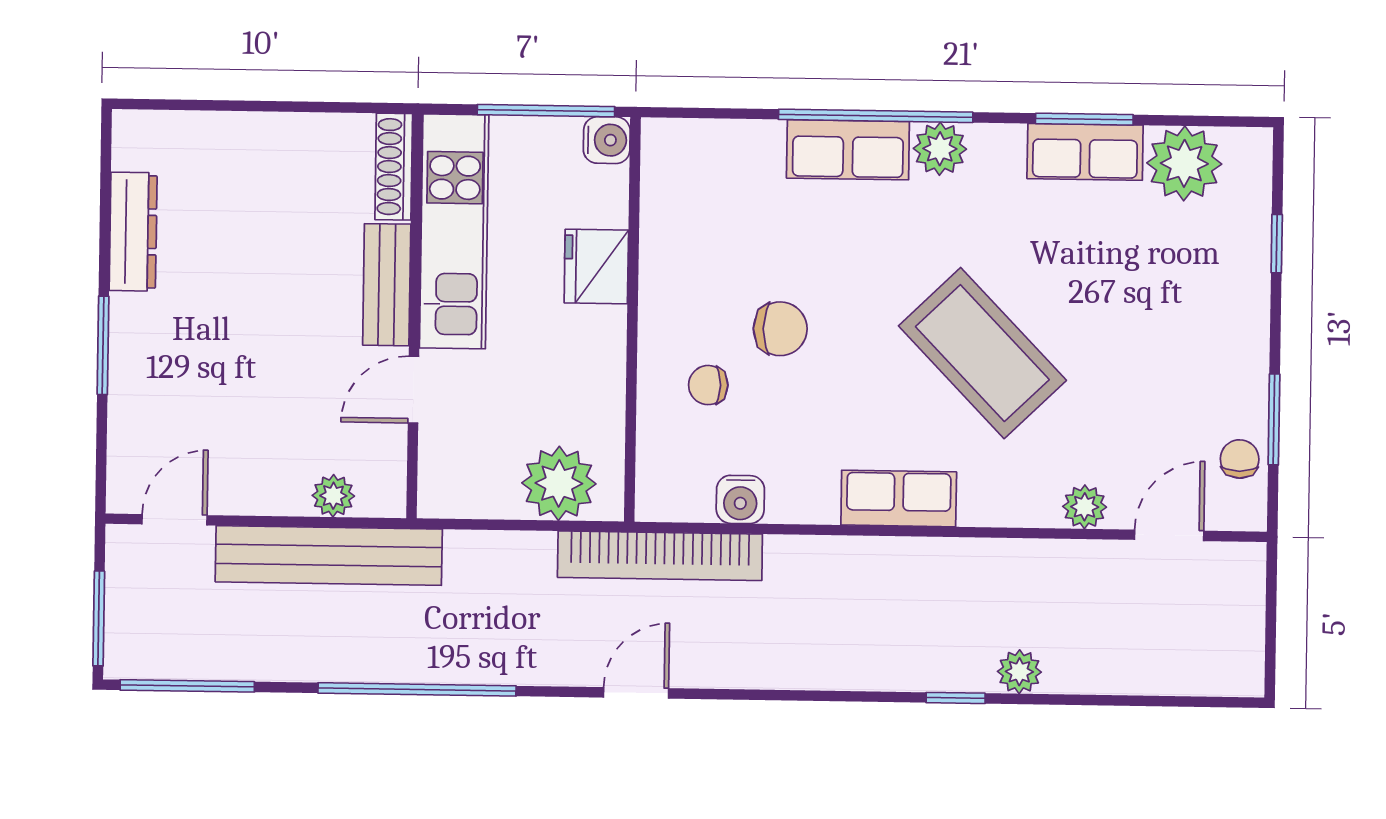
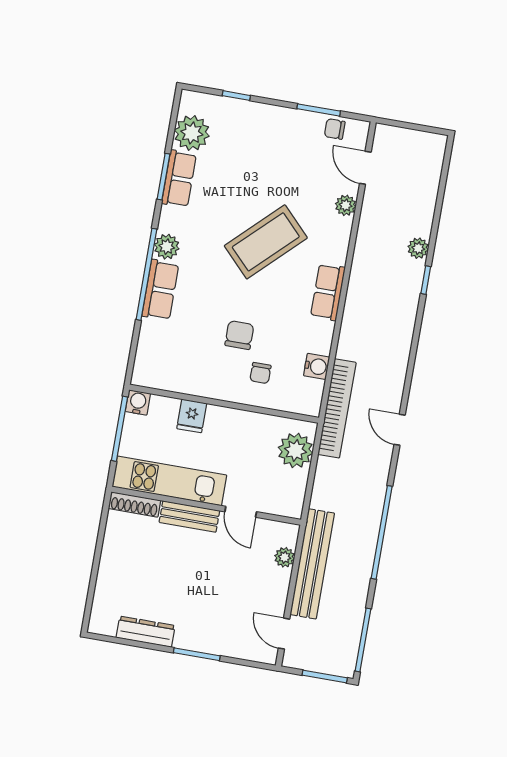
fridge: (596, 266) -> (192, 416), width x0.72

